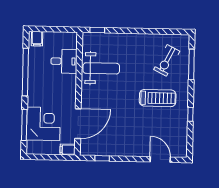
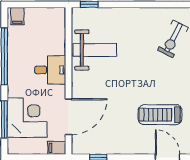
desk: (64, 61) -> (50, 70), moved
treadmill: (158, 98) -> (160, 115), moved, turned 180

